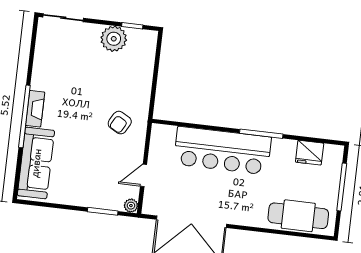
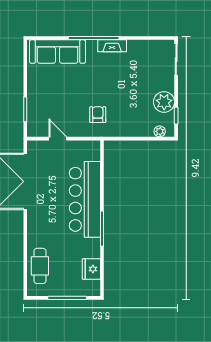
fireplace: (35, 109) -> (112, 46), moved
armchair: (120, 123) -> (98, 115), turned 61
plant: (131, 206) -> (160, 131), moved
cafe table: (298, 216) -> (40, 266), width x0.73, depth x0.74

